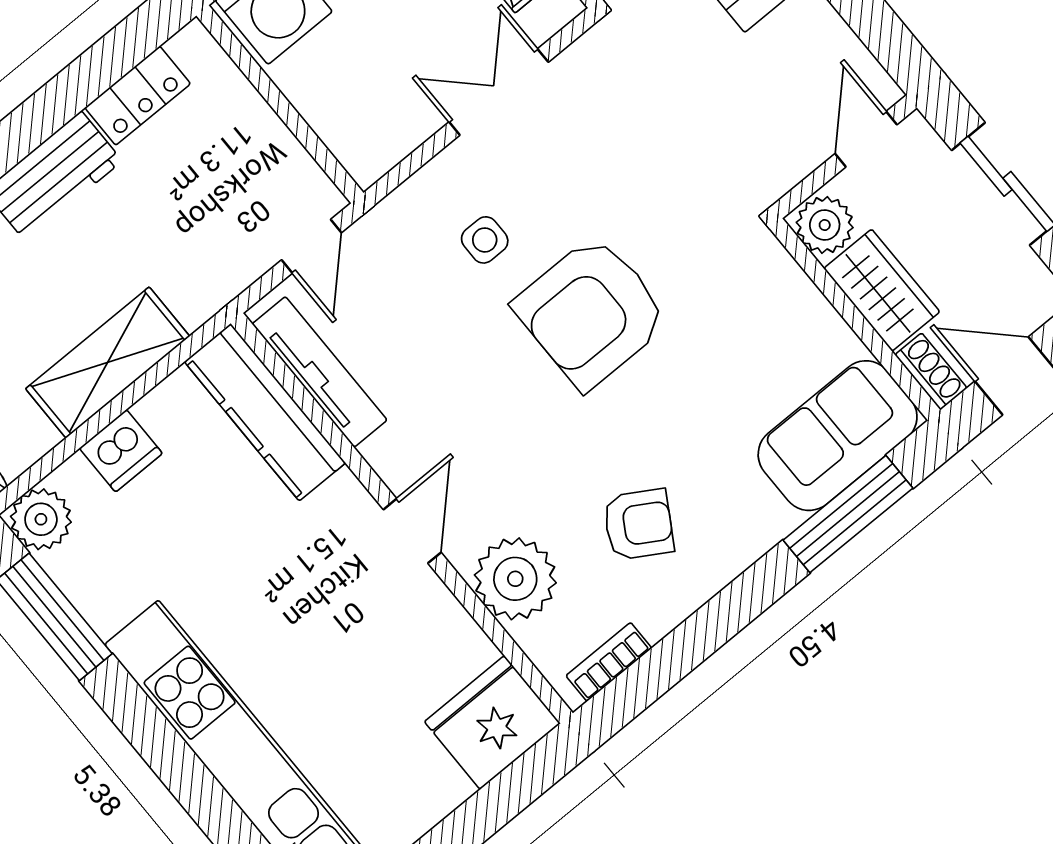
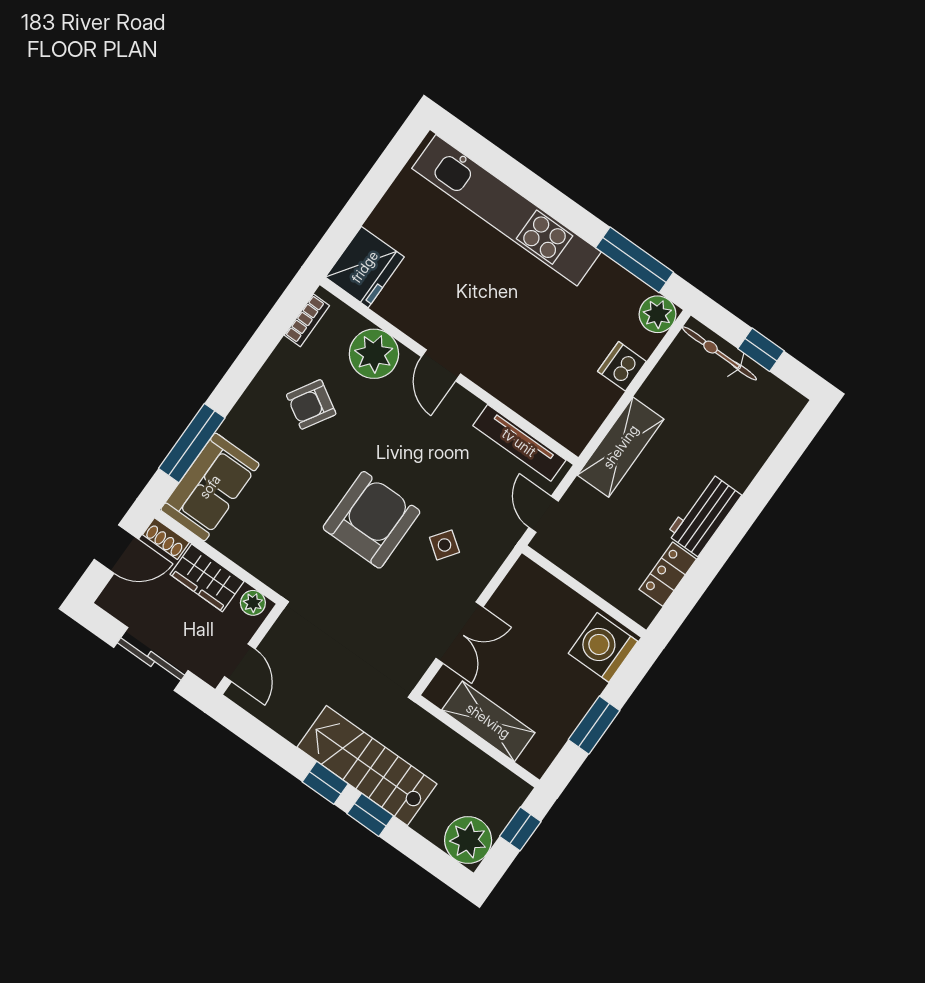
plant: (825, 225) -> (253, 603), width x0.73, depth x0.73
side table: (485, 240) -> (444, 545), turned 36
shelving: (108, 362) -> (621, 447), moved
kitchen counter: (265, 412) -> (545, 411), removed

